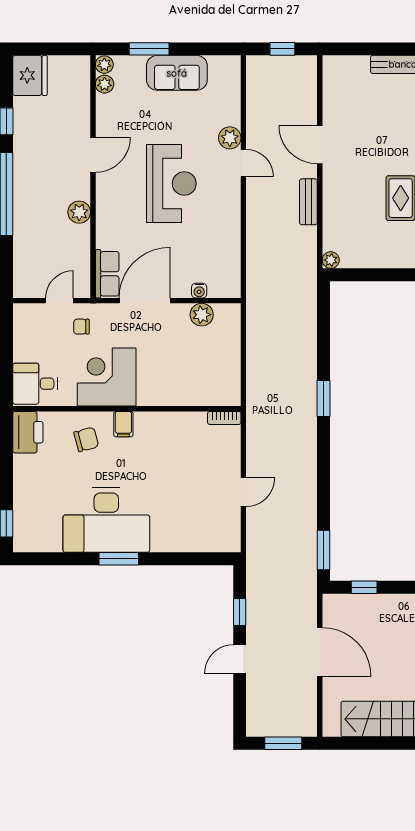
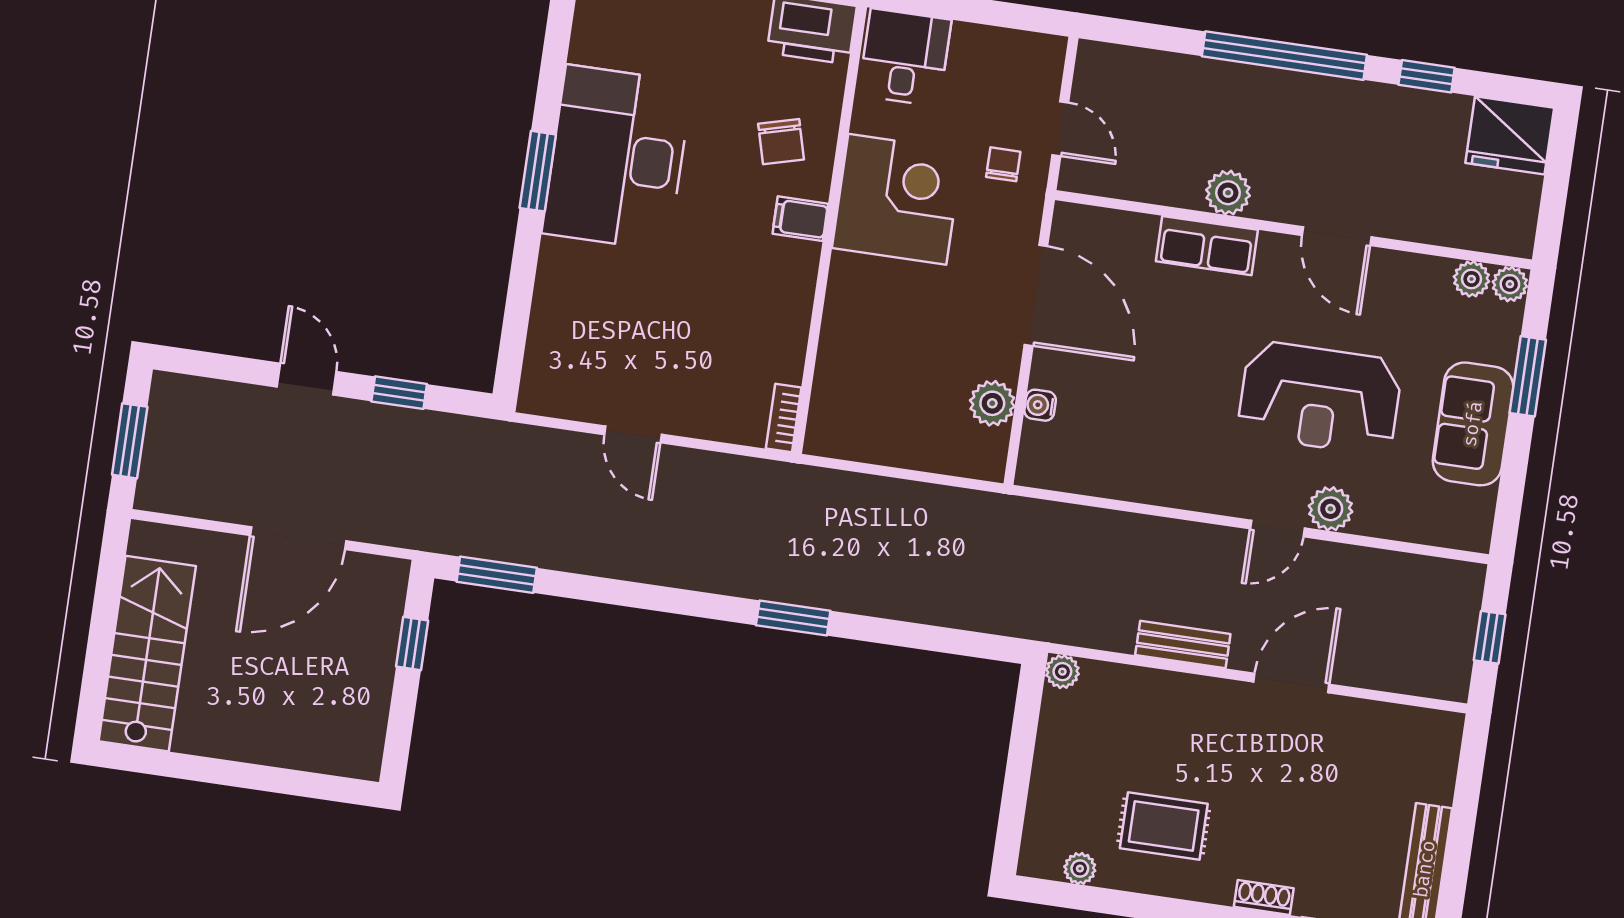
reception desk: (171, 184) -> (1320, 398), moved
row of seats: (107, 274) -> (1207, 246), moved

